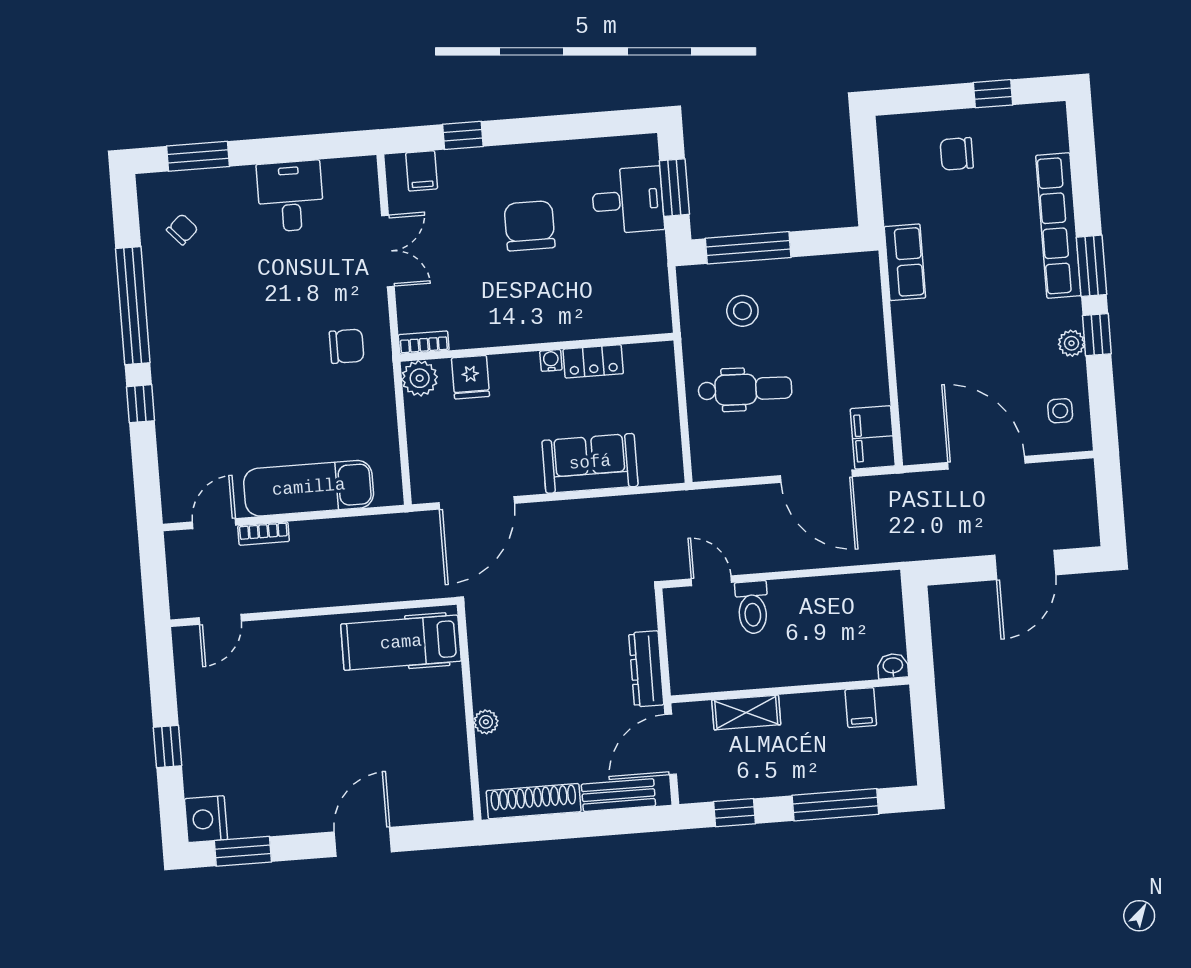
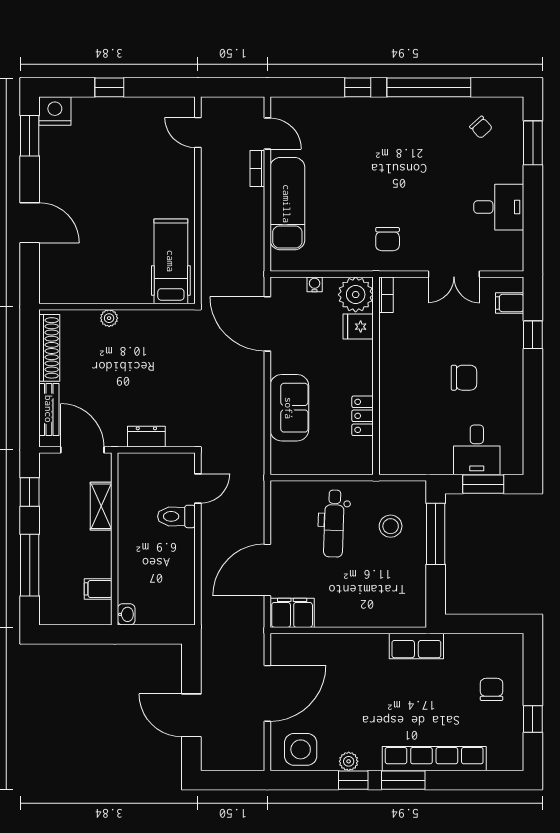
chair: (530, 226) -> (464, 378), width x0.73, depth x0.73
water cooler: (551, 360) -> (315, 284), moved, turned -90
plant: (420, 378) -> (356, 295), width x1.36, depth x1.36
side table: (1060, 411) -> (301, 749), width x1.87, depth x1.87
dresser: (646, 669) -> (146, 437), width x0.70

